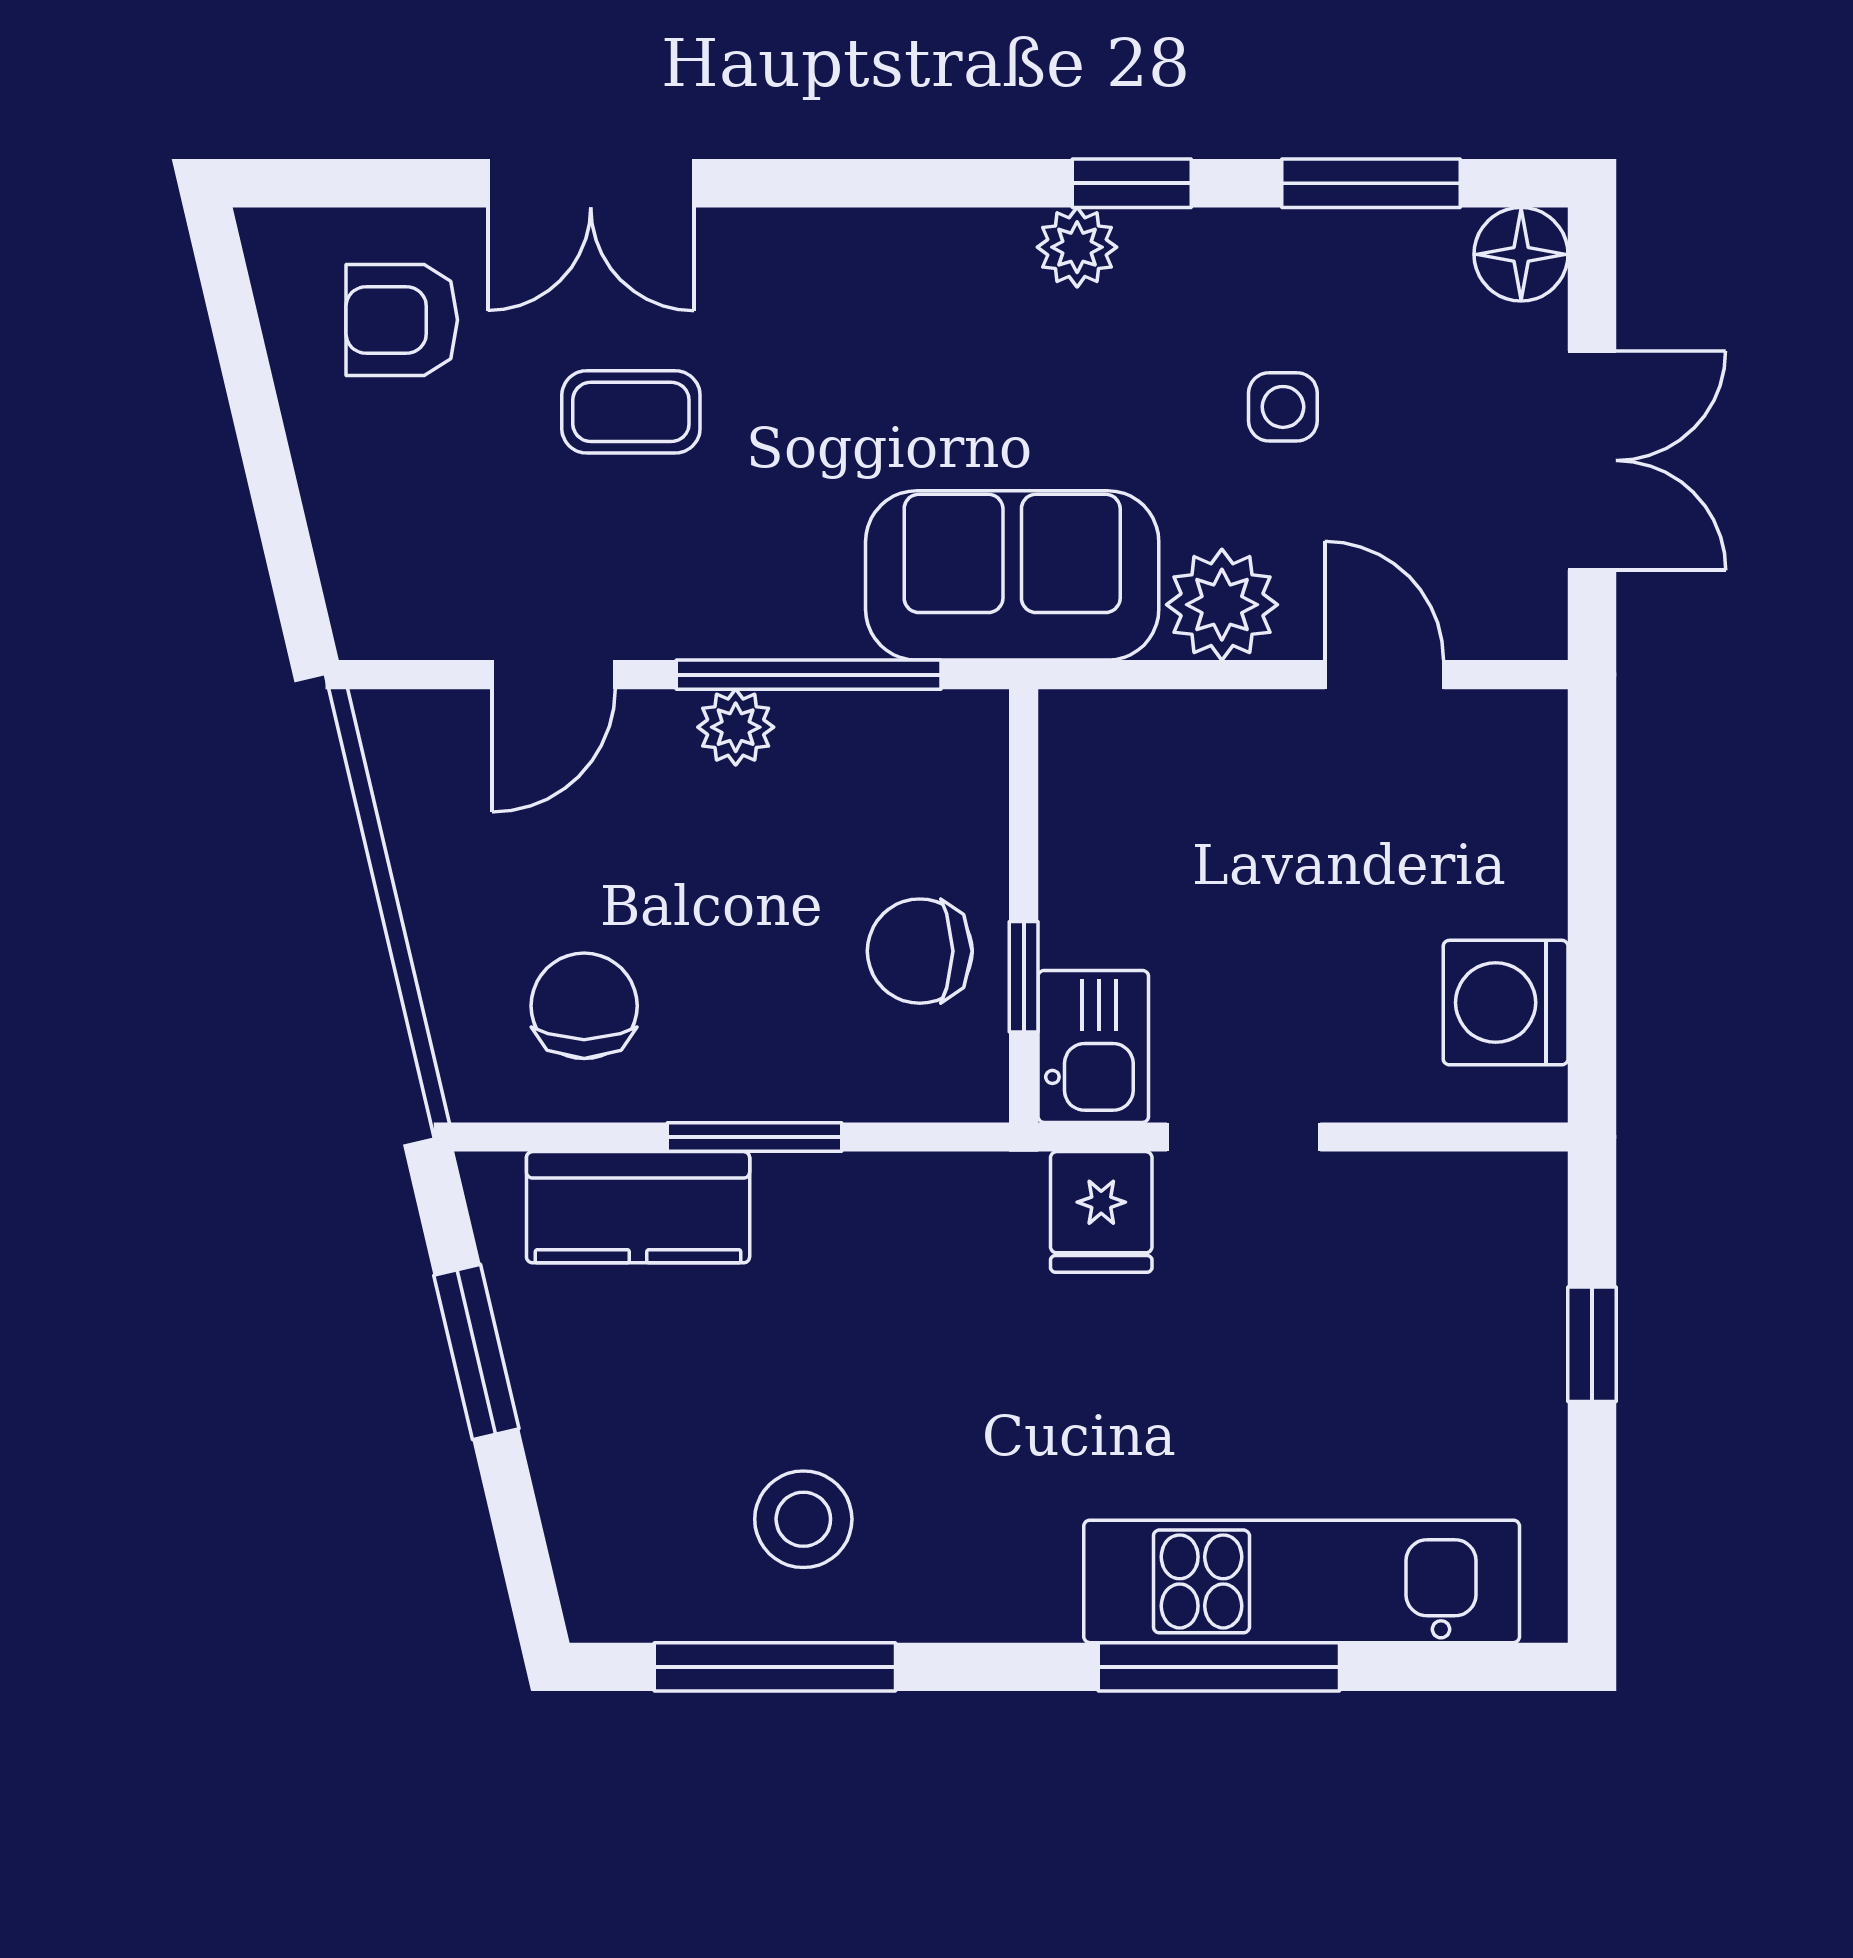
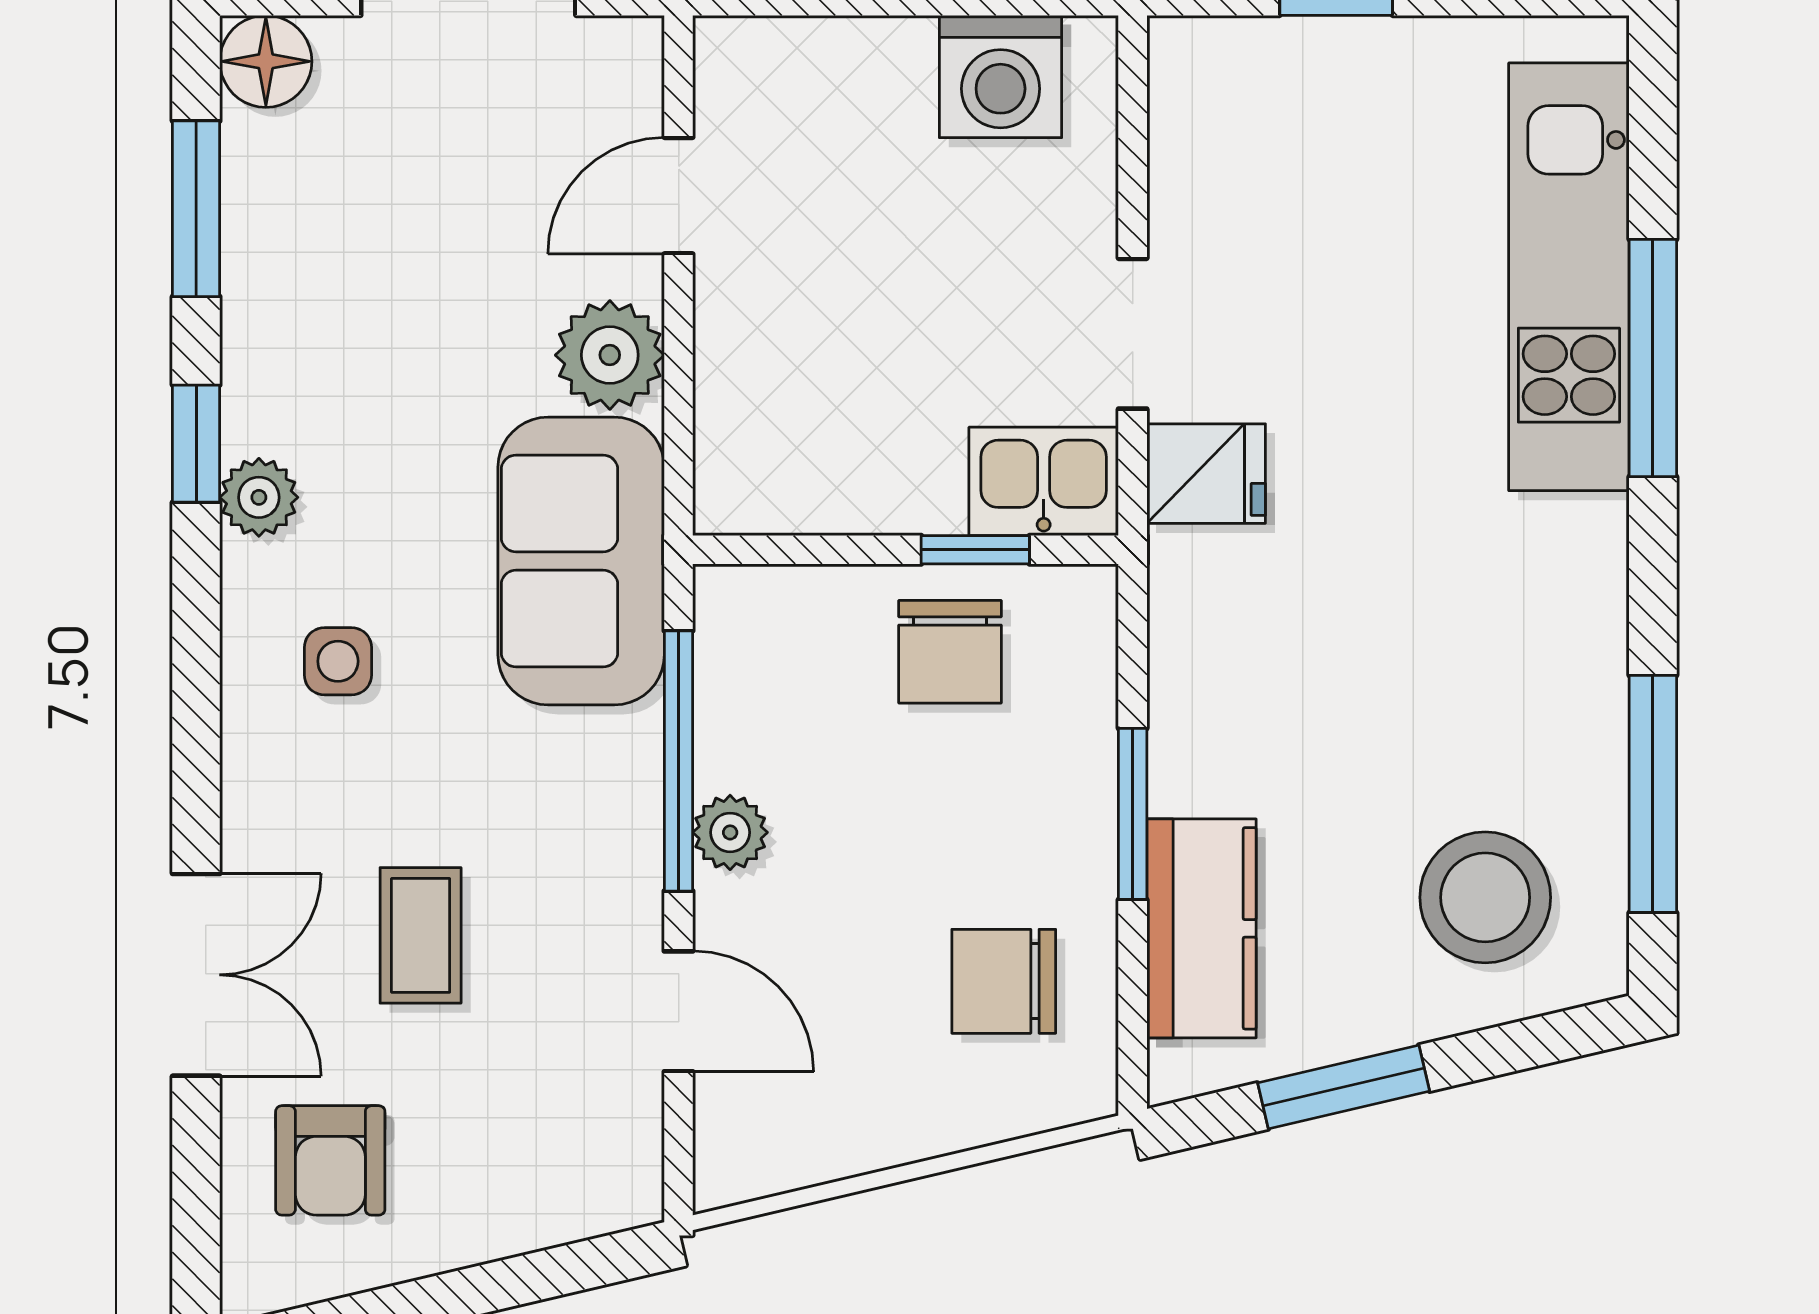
side table: (1283, 407) -> (338, 661), moved
stool: (803, 1519) -> (1485, 897), moved, width x1.38, depth x1.38

